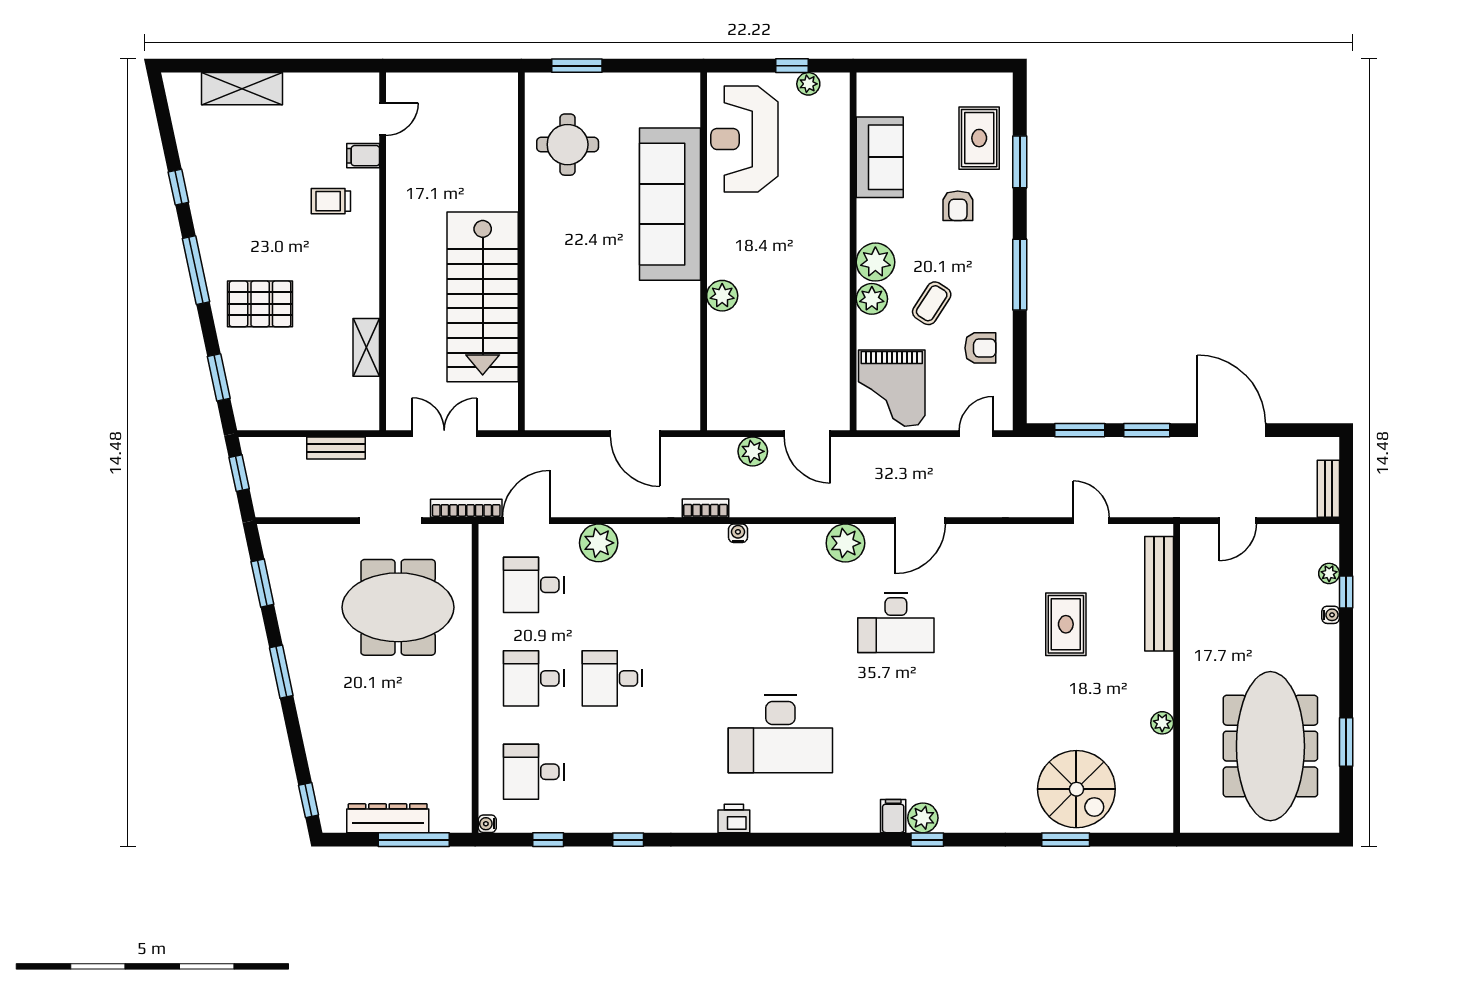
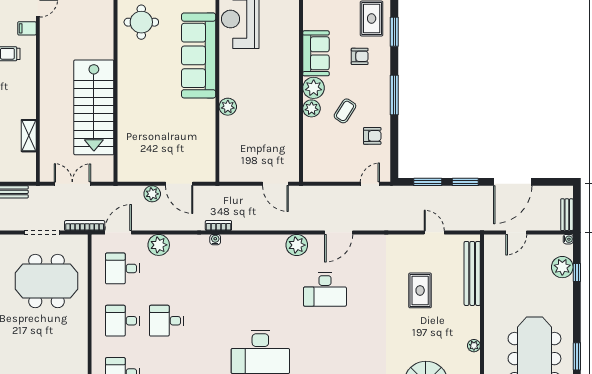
sofa: (880, 157) -> (316, 53), moved
armchair: (958, 206) -> (360, 56), turned -90
grand piano: (892, 388) -> (323, 158), removed
door: (1231, 430) -> (513, 182), swing flipped
plant: (753, 451) -> (152, 194), moved
water cooler: (738, 533) -> (215, 240), moved
plant: (1329, 573) -> (562, 267), width x1.88, depth x1.88
water cooler: (1331, 615) -> (568, 239), moved

